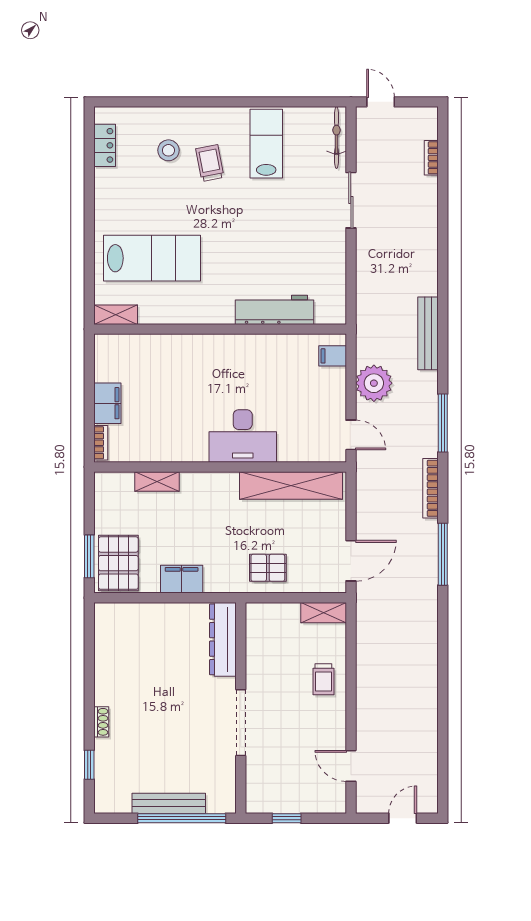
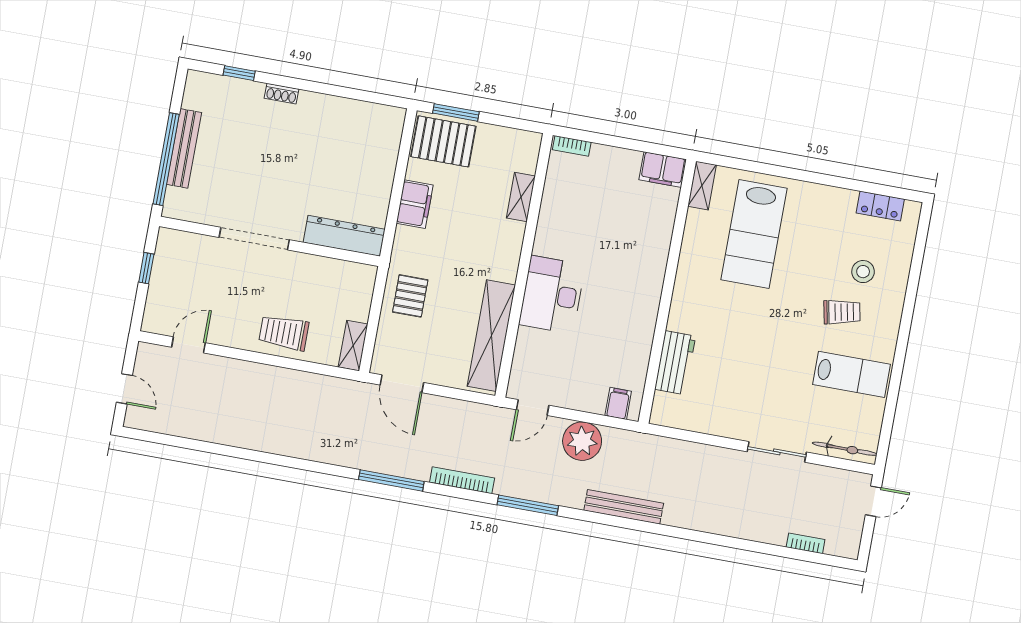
workbench: (274, 310) -> (675, 363), width x0.73
filing cabinet: (107, 403) -> (663, 170), moved
trolley: (323, 679) -> (284, 333), width x1.36, depth x1.39

